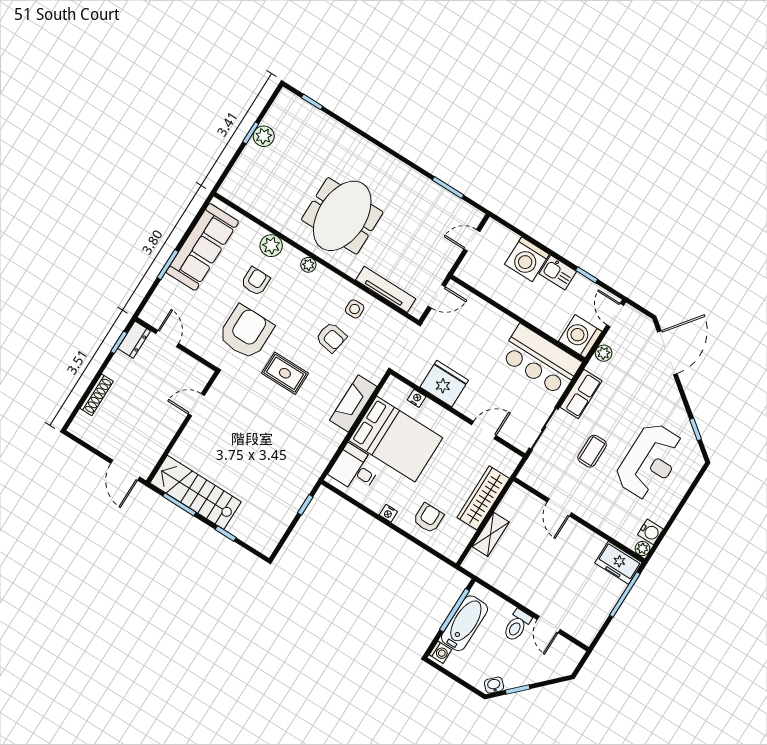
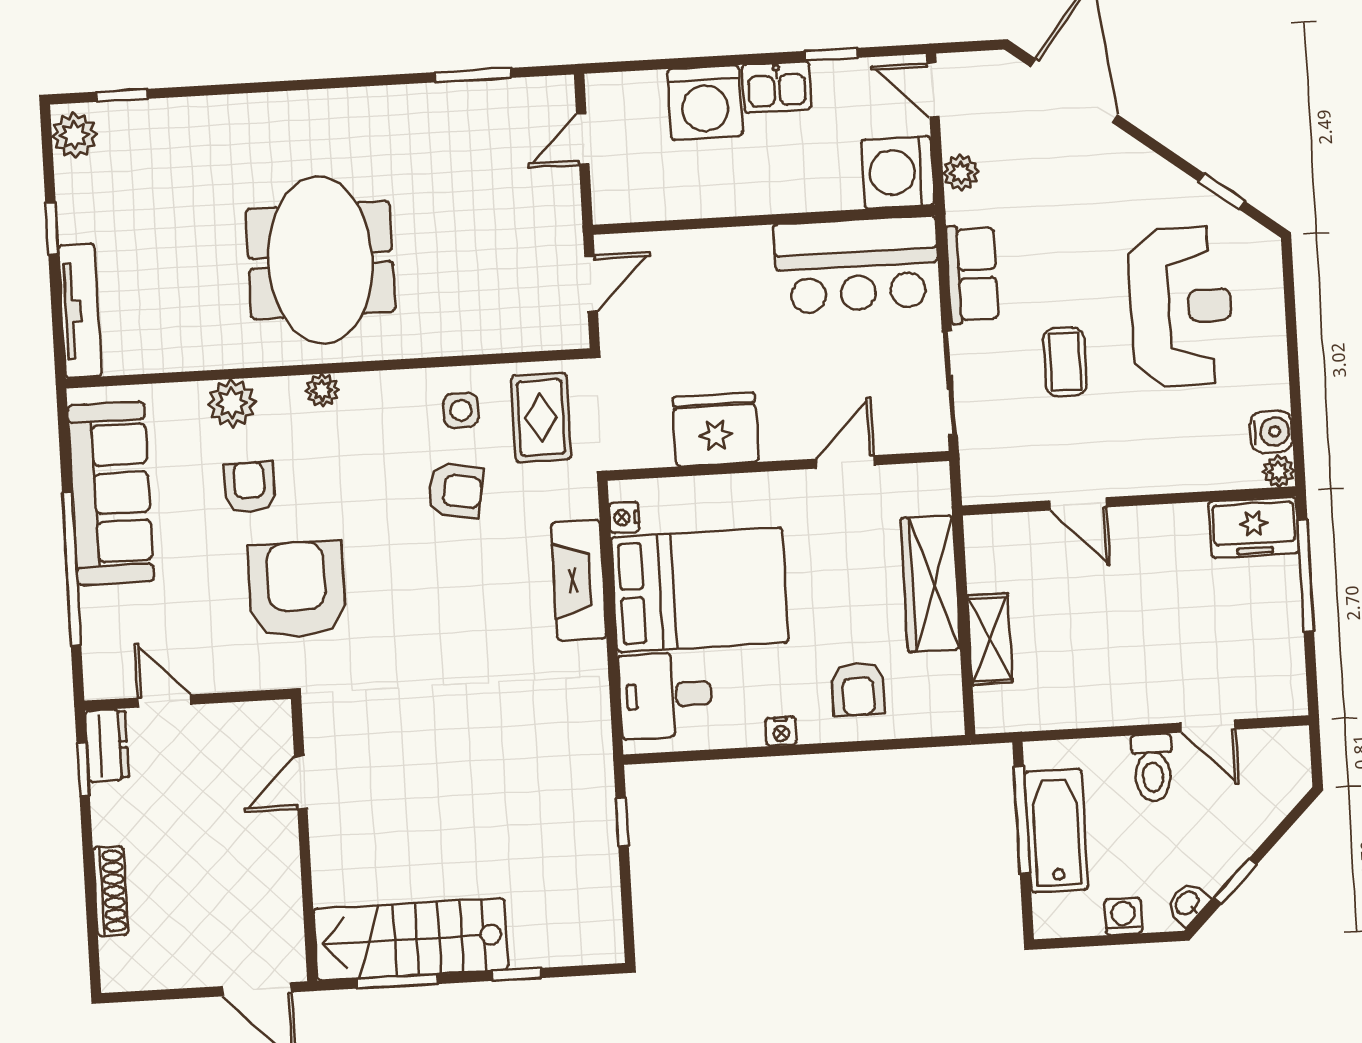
plant: (264, 136) -> (74, 135), moved
window: (168, 265) -> (72, 569), width x2.11
tv unit: (386, 289) -> (80, 311), moved, turned 90
rug: (285, 373) -> (541, 418), moved, turned 90
nightstand: (417, 398) -> (624, 517), moved, turned -90
armchair: (428, 518) -> (858, 689), turned 180
washing machine: (440, 652) -> (1123, 916), moved, turned -90

